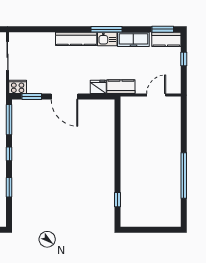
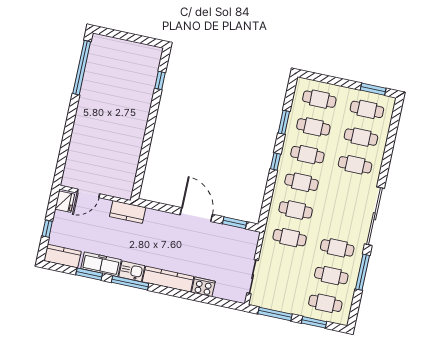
window: (163, 29) -> (89, 274), moved
cooker: (18, 87) -> (203, 287), moved, turned 180
fridge: (98, 87) -> (65, 202), moved, turned -90
window: (9, 120) -> (267, 202), removed
window: (184, 175) -> (82, 68), moved

